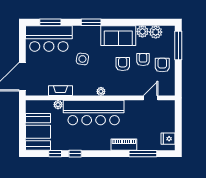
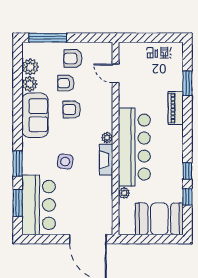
window: (91, 22) -> (18, 164), moved
fireplace: (60, 91) -> (106, 160), moved
fridge: (168, 139) -> (168, 51), removed
window: (143, 154) -> (187, 83), width x0.69

